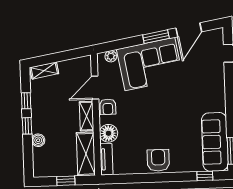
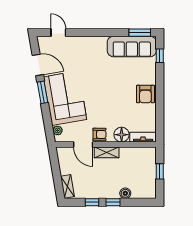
shelving: (86, 154) -> (138, 154), removed
armchair: (158, 160) -> (145, 94), turned -90

